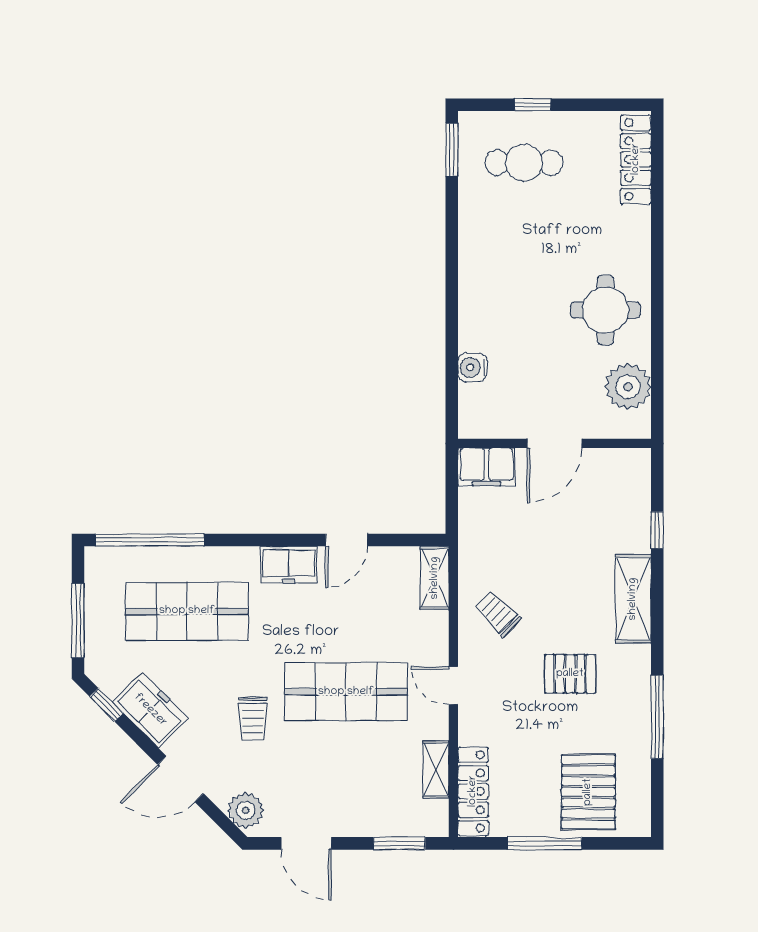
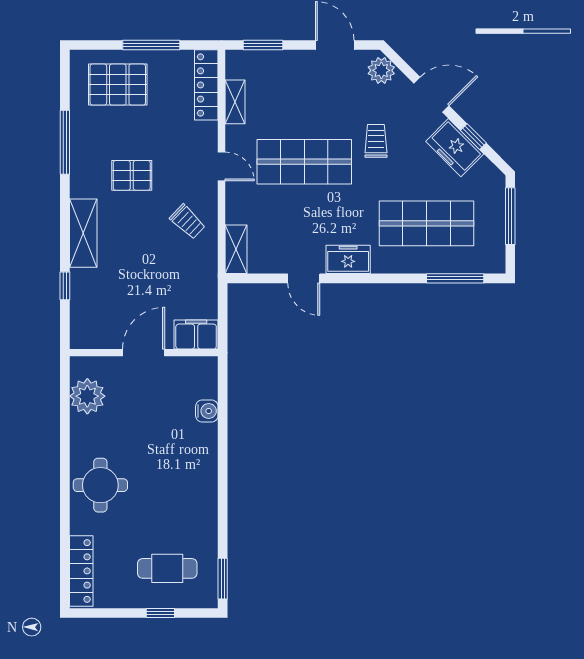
round table: (605, 310) -> (100, 485), moved
window: (150, 540) -> (455, 278), width x0.68
door: (346, 540) -> (304, 278), swing flipped
window: (106, 705) -> (473, 137), moved
pallet: (588, 792) -> (118, 85), turned 90

